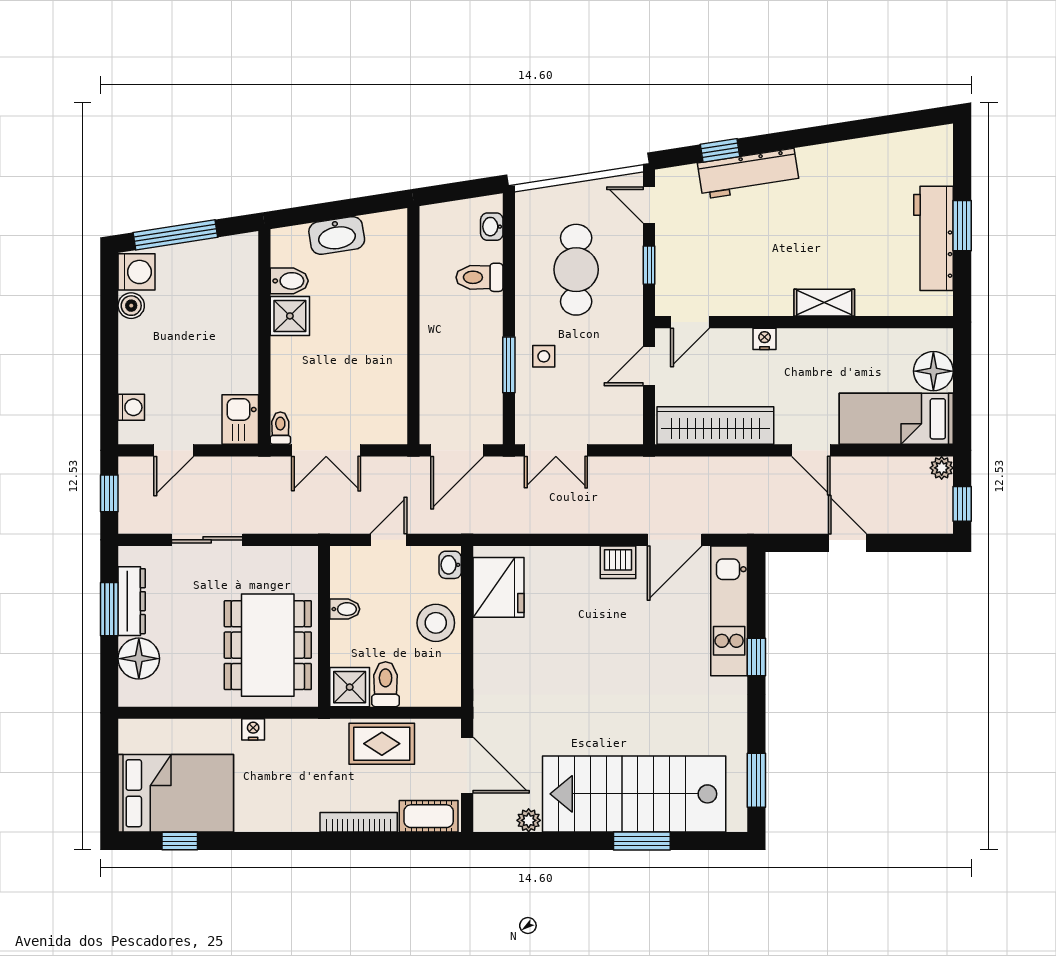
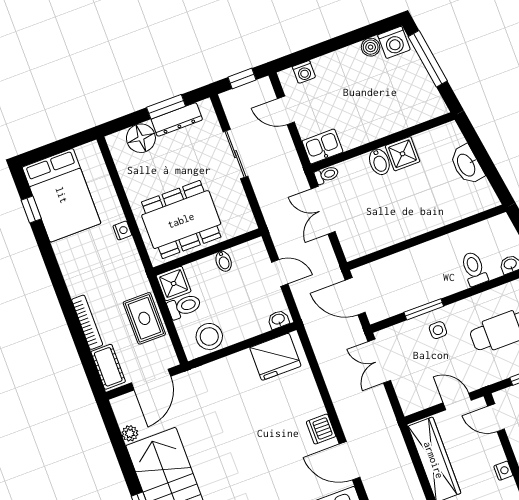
bidet: (289, 281) -> (379, 162), moved
stool: (436, 623) -> (209, 336), moved

